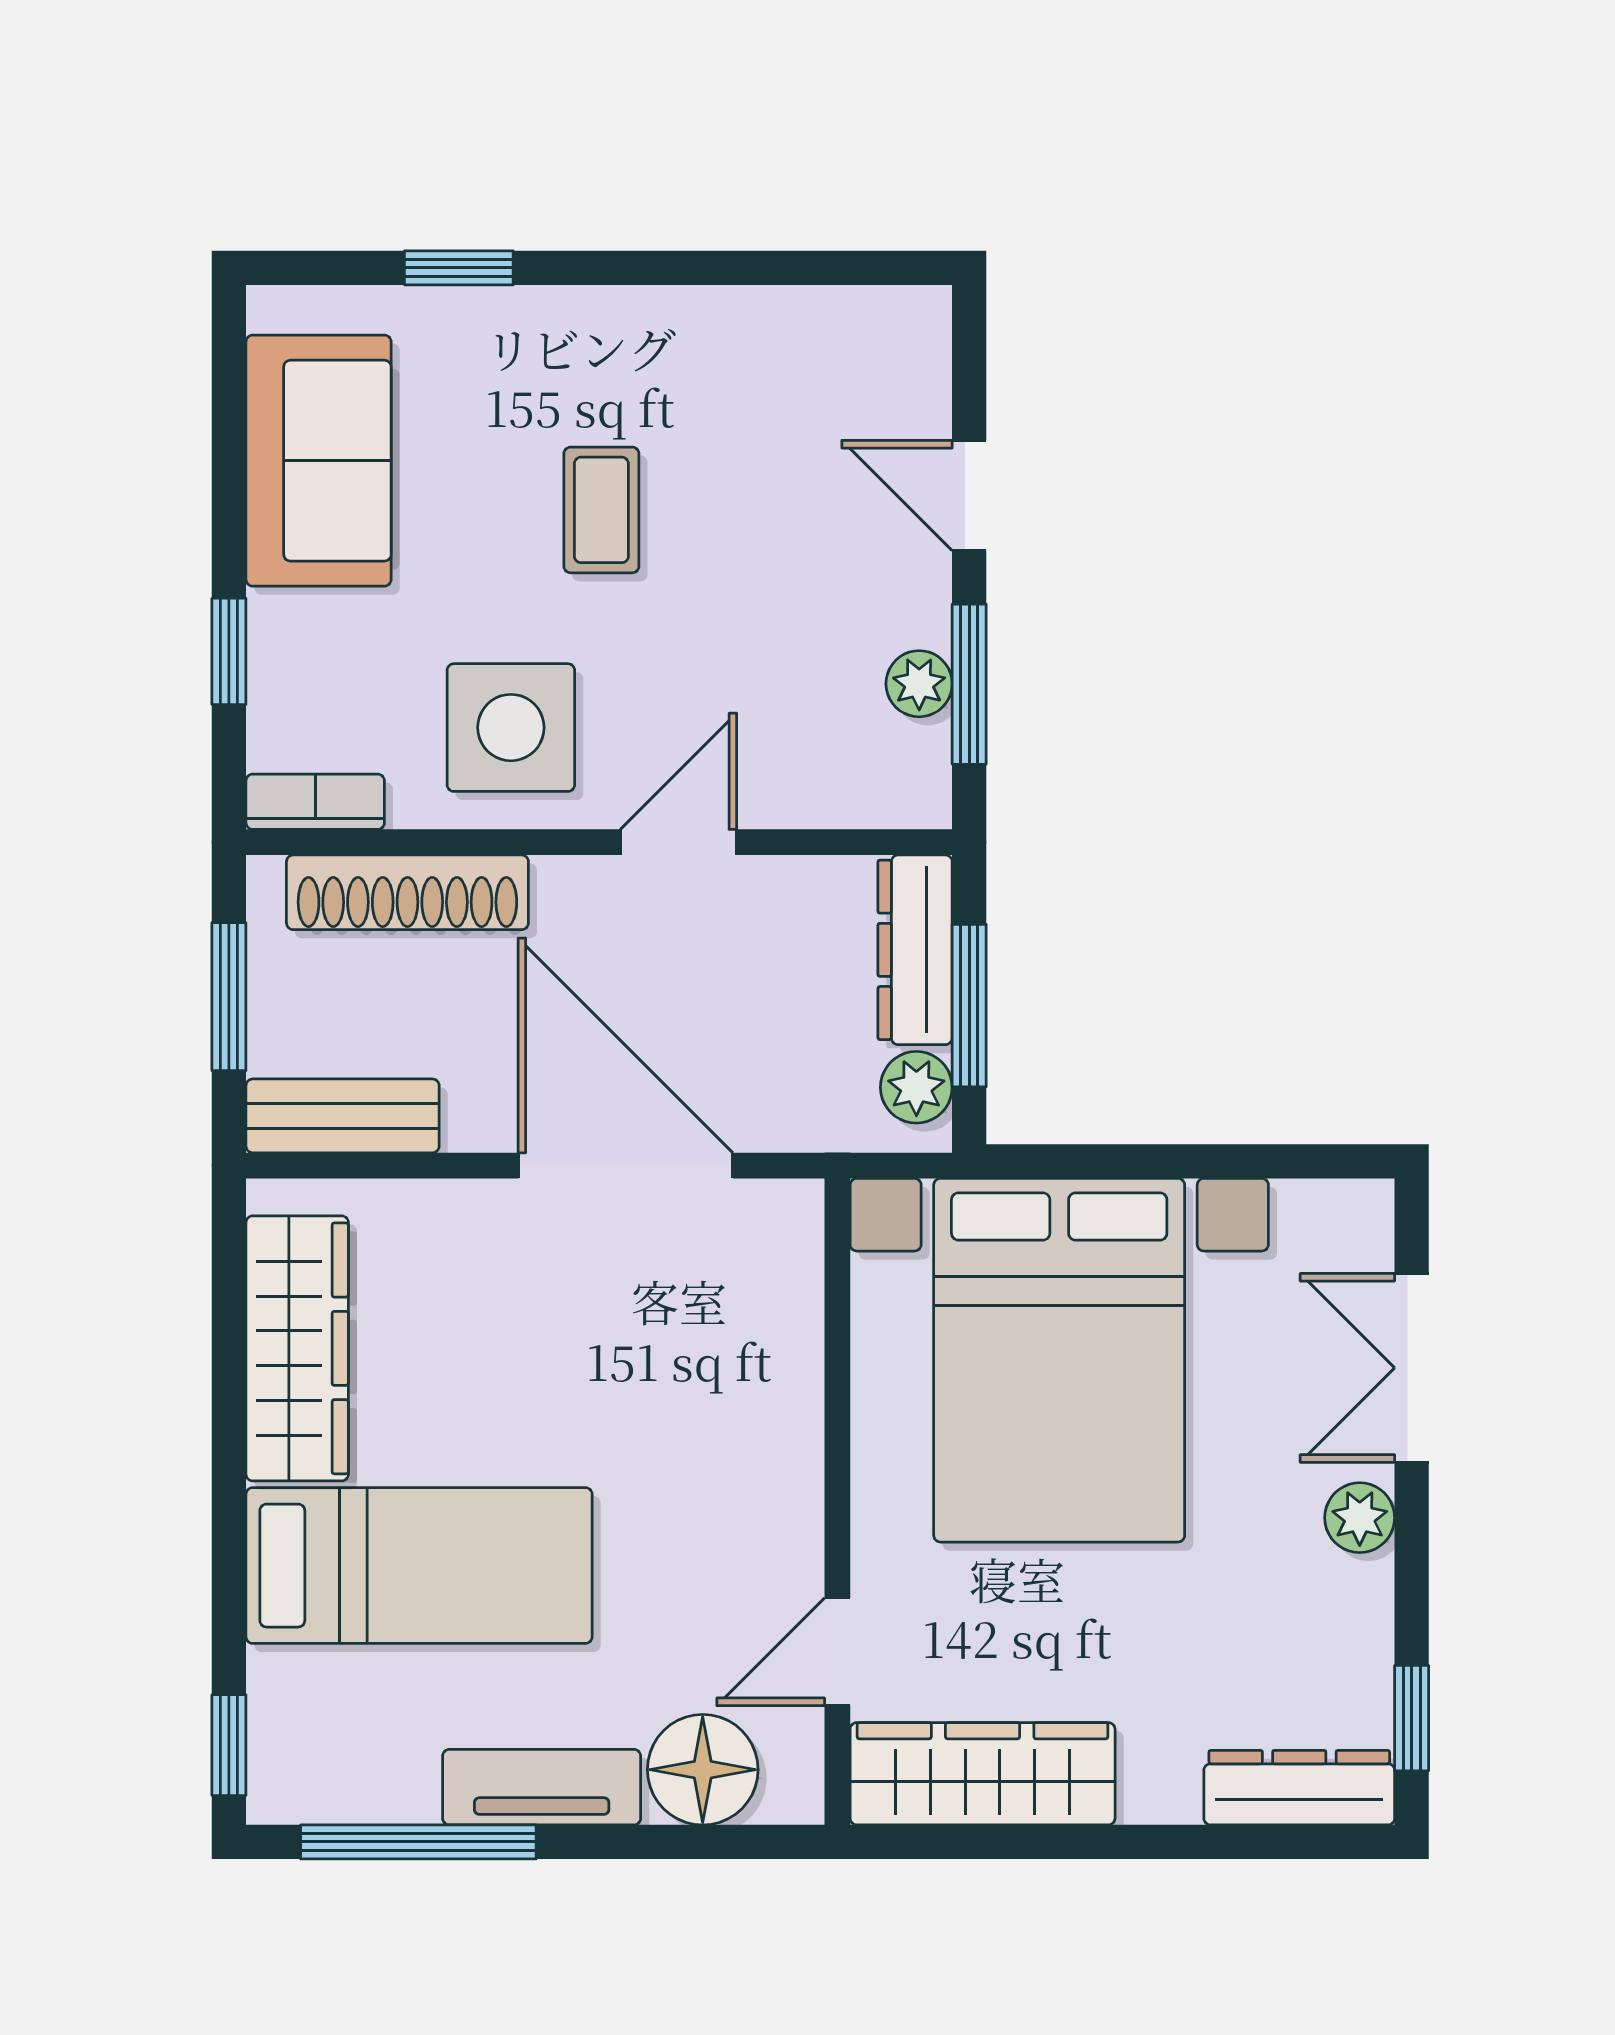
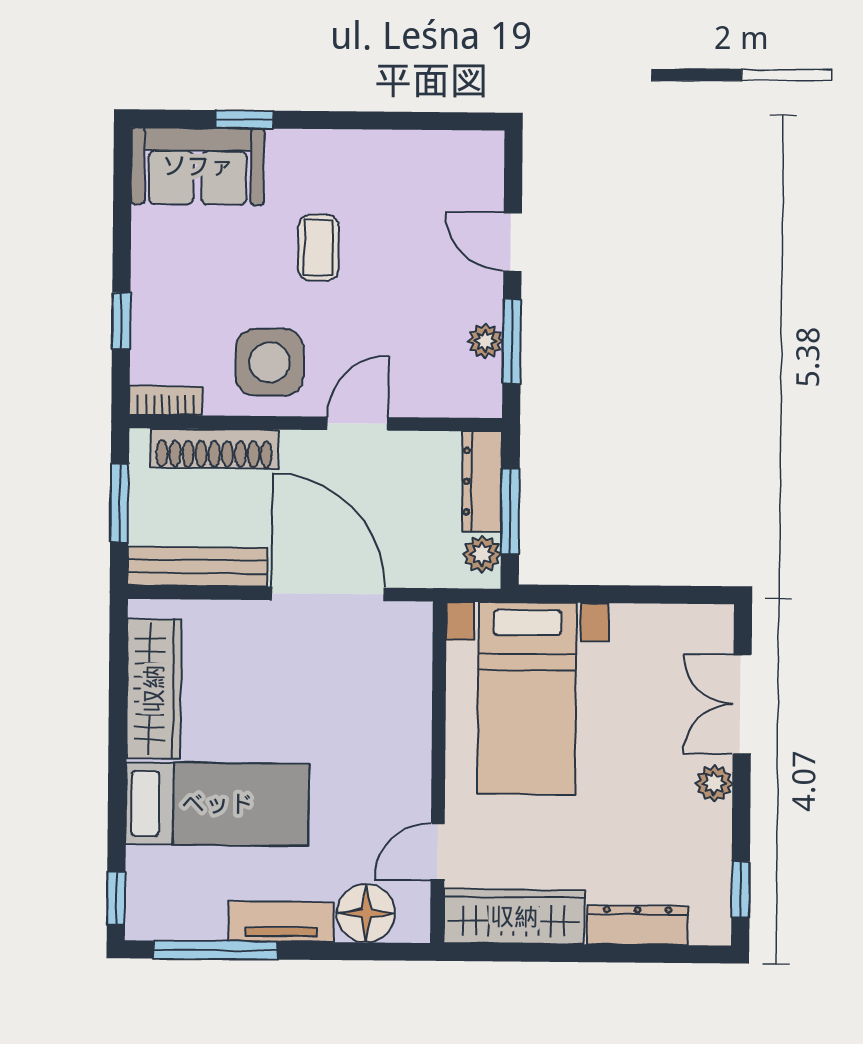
sofa: (319, 461) -> (198, 166), moved, turned 90
bench: (343, 1116) -> (198, 567), width x1.36
bed with nightstands: (1059, 1360) -> (527, 698), width x0.73
dresser: (1299, 1788) -> (638, 925), moved

